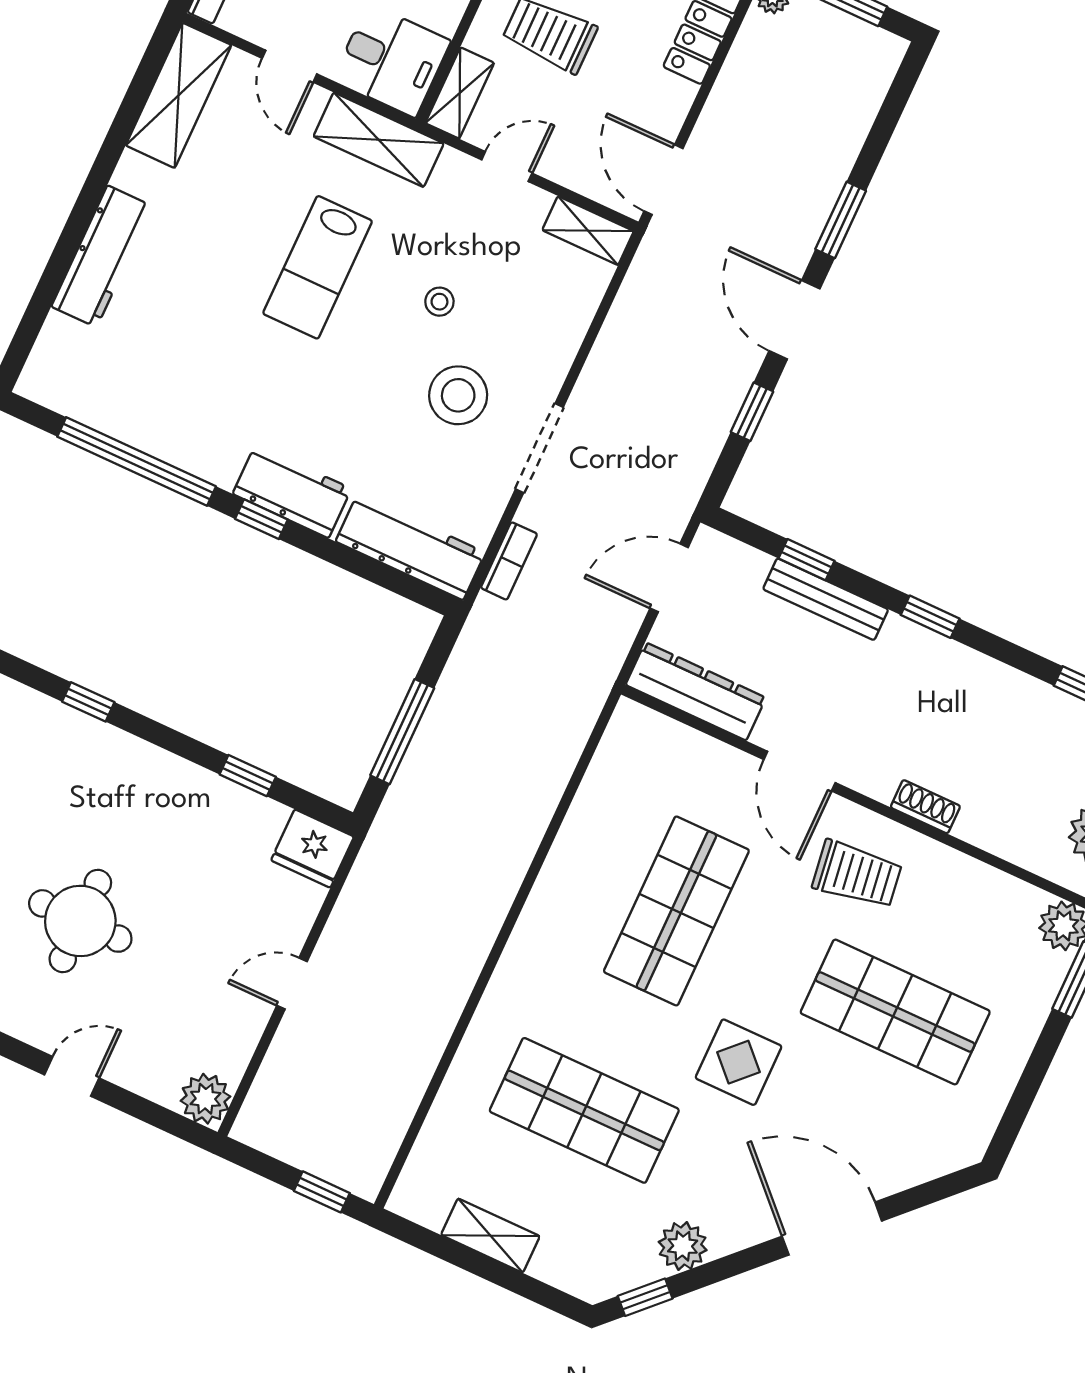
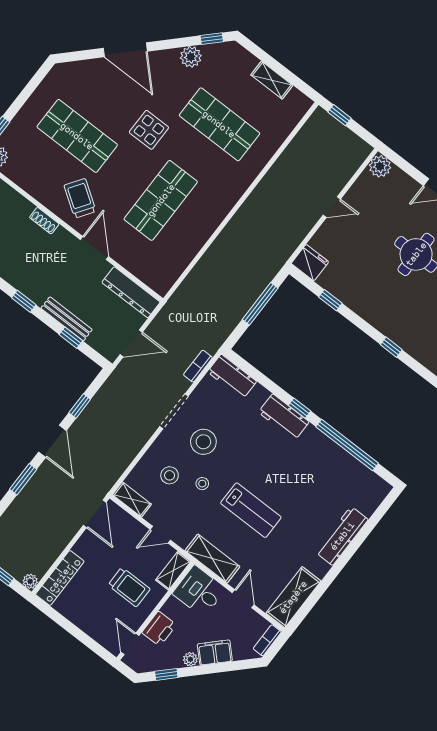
lab bench: (318, 267) -> (251, 510), turned 90
stool: (517, 303) -> (170, 475), added
workbench: (410, 547) -> (232, 377), width x0.73
trolley: (857, 874) -> (80, 198), turned 42

